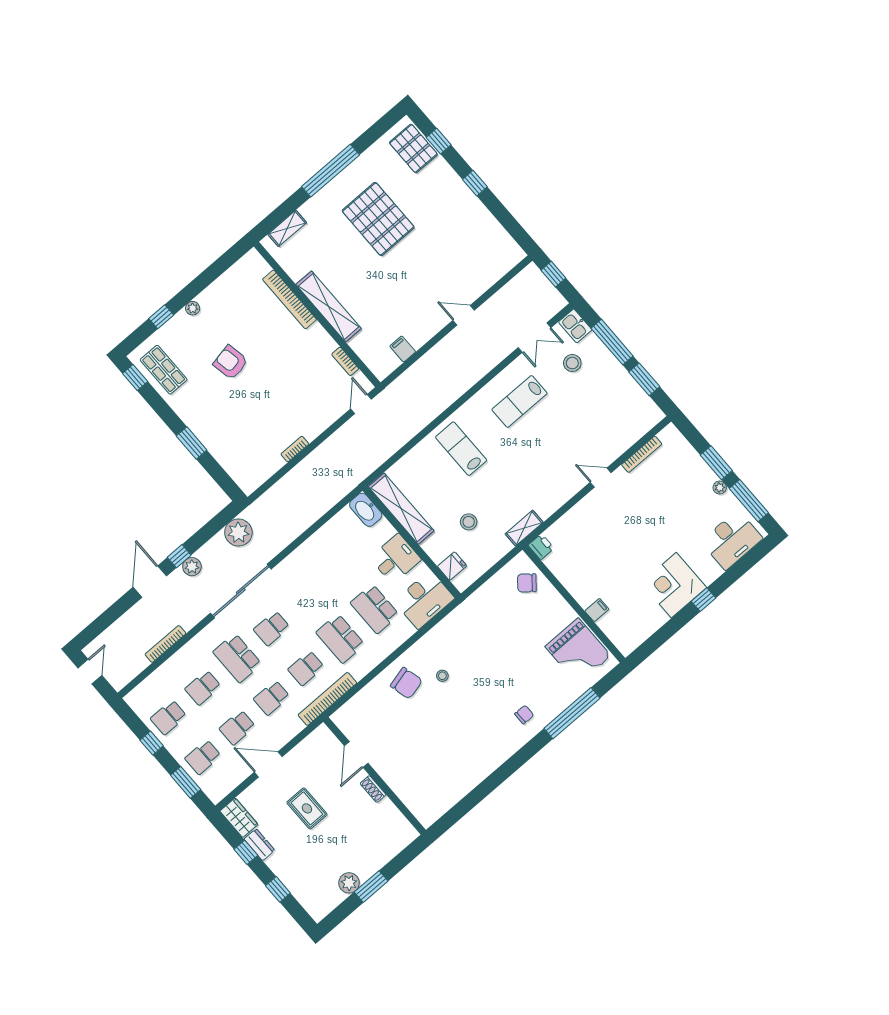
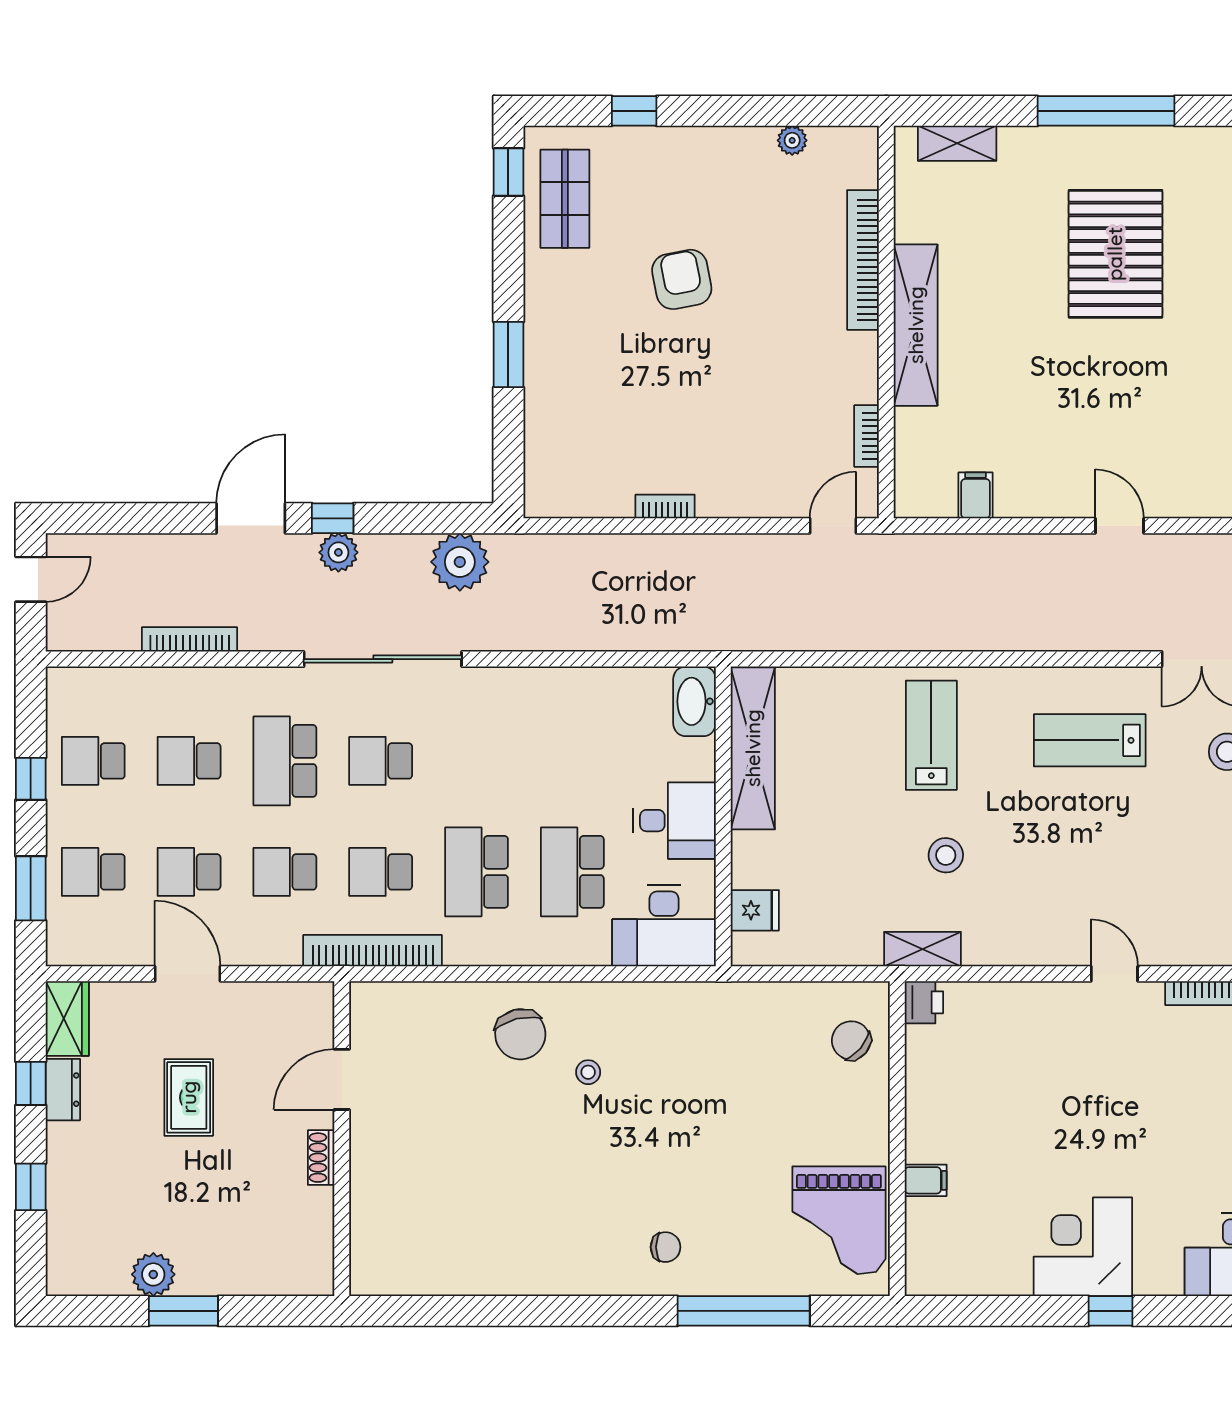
plant: (193, 308) -> (792, 140), moved
stool: (469, 522) -> (946, 855), moved

